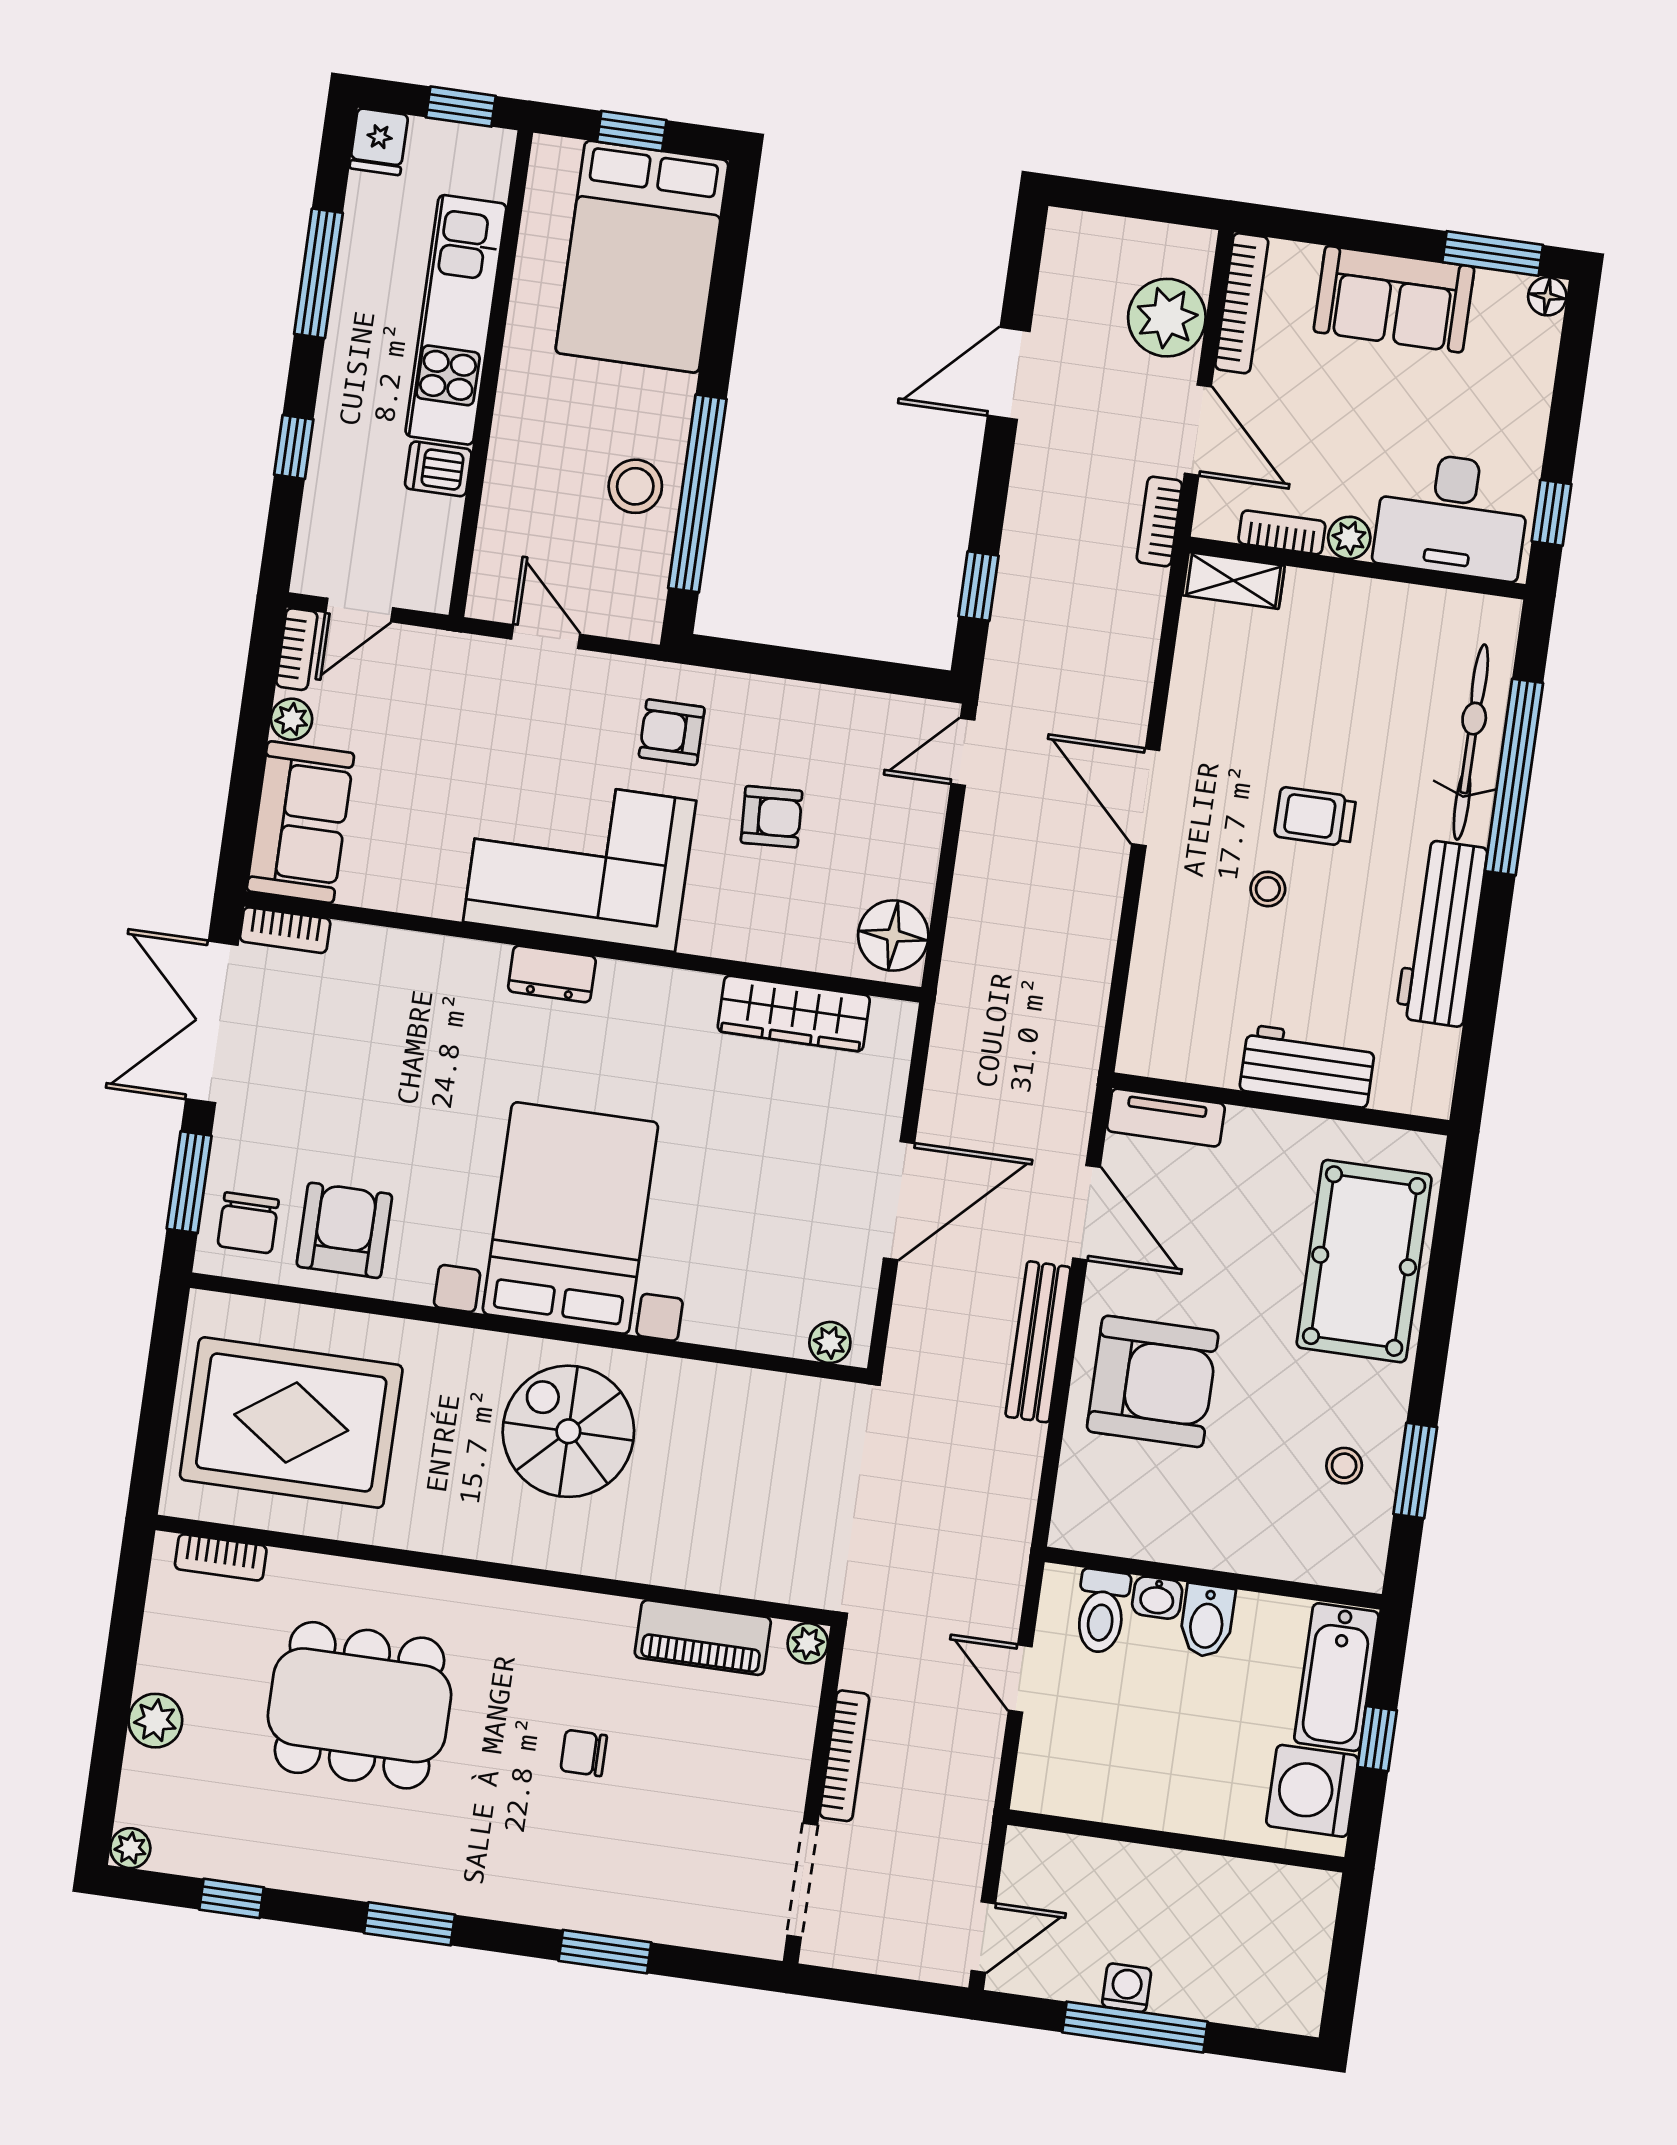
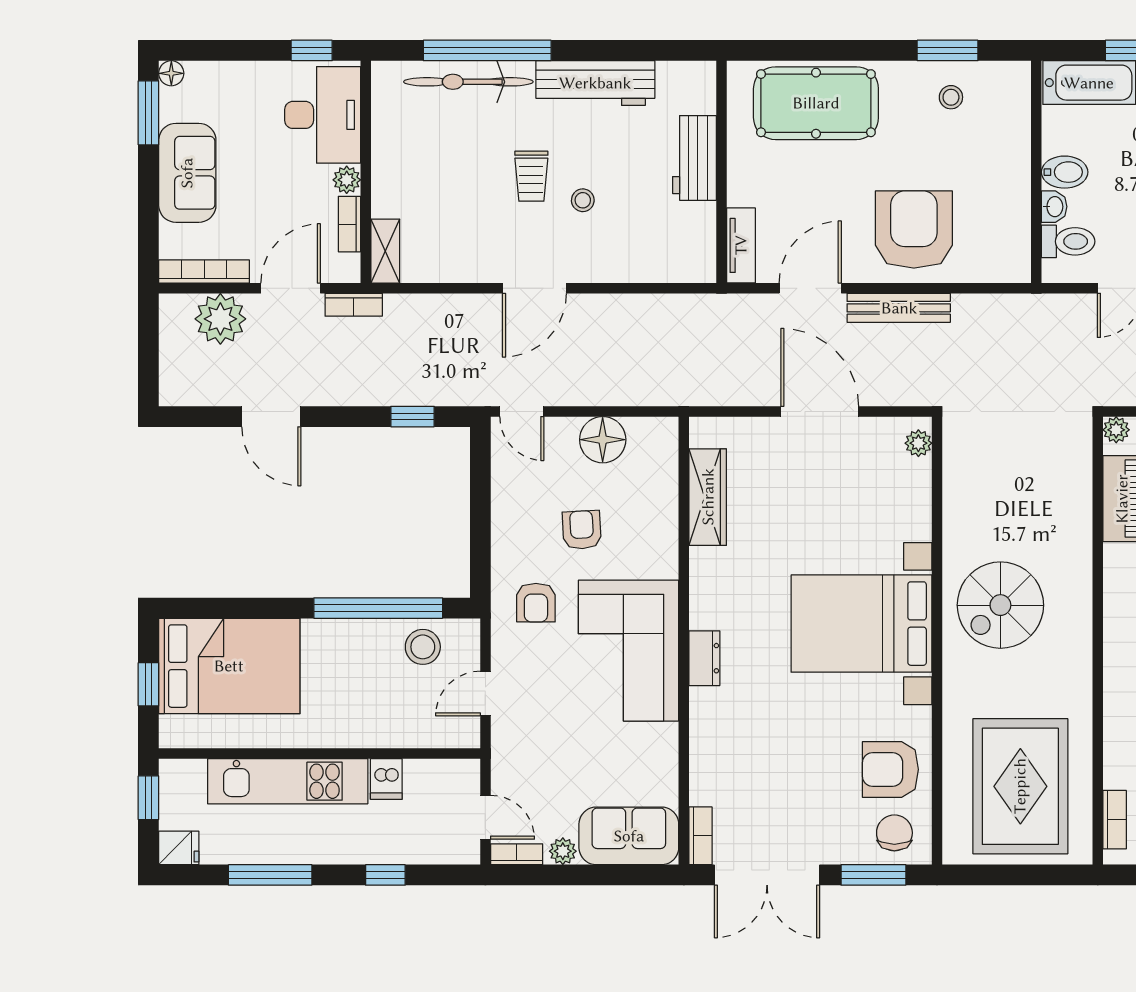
stool: (635, 486) -> (423, 647), moved
floor lamp: (893, 936) -> (603, 440), moved
chair: (248, 1223) -> (894, 833), turned -90

